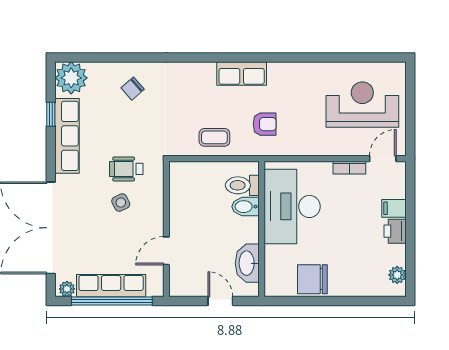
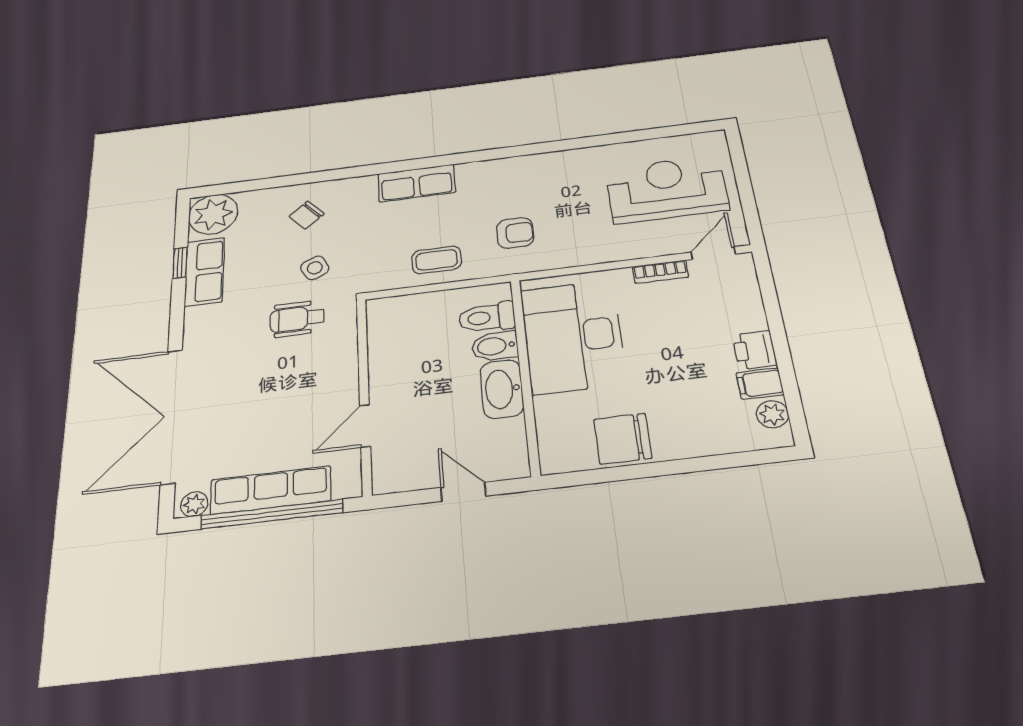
row of seats: (242, 74) -> (417, 183), moved
row of seats: (67, 136) -> (204, 272), width x0.68
side table: (121, 203) -> (315, 268), moved
filing cabinet: (394, 208) -> (760, 384), moved
washbasin: (247, 263) -> (502, 389), moved

